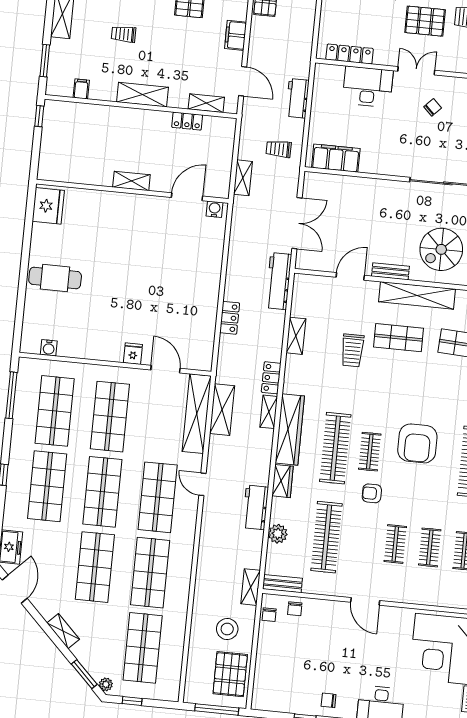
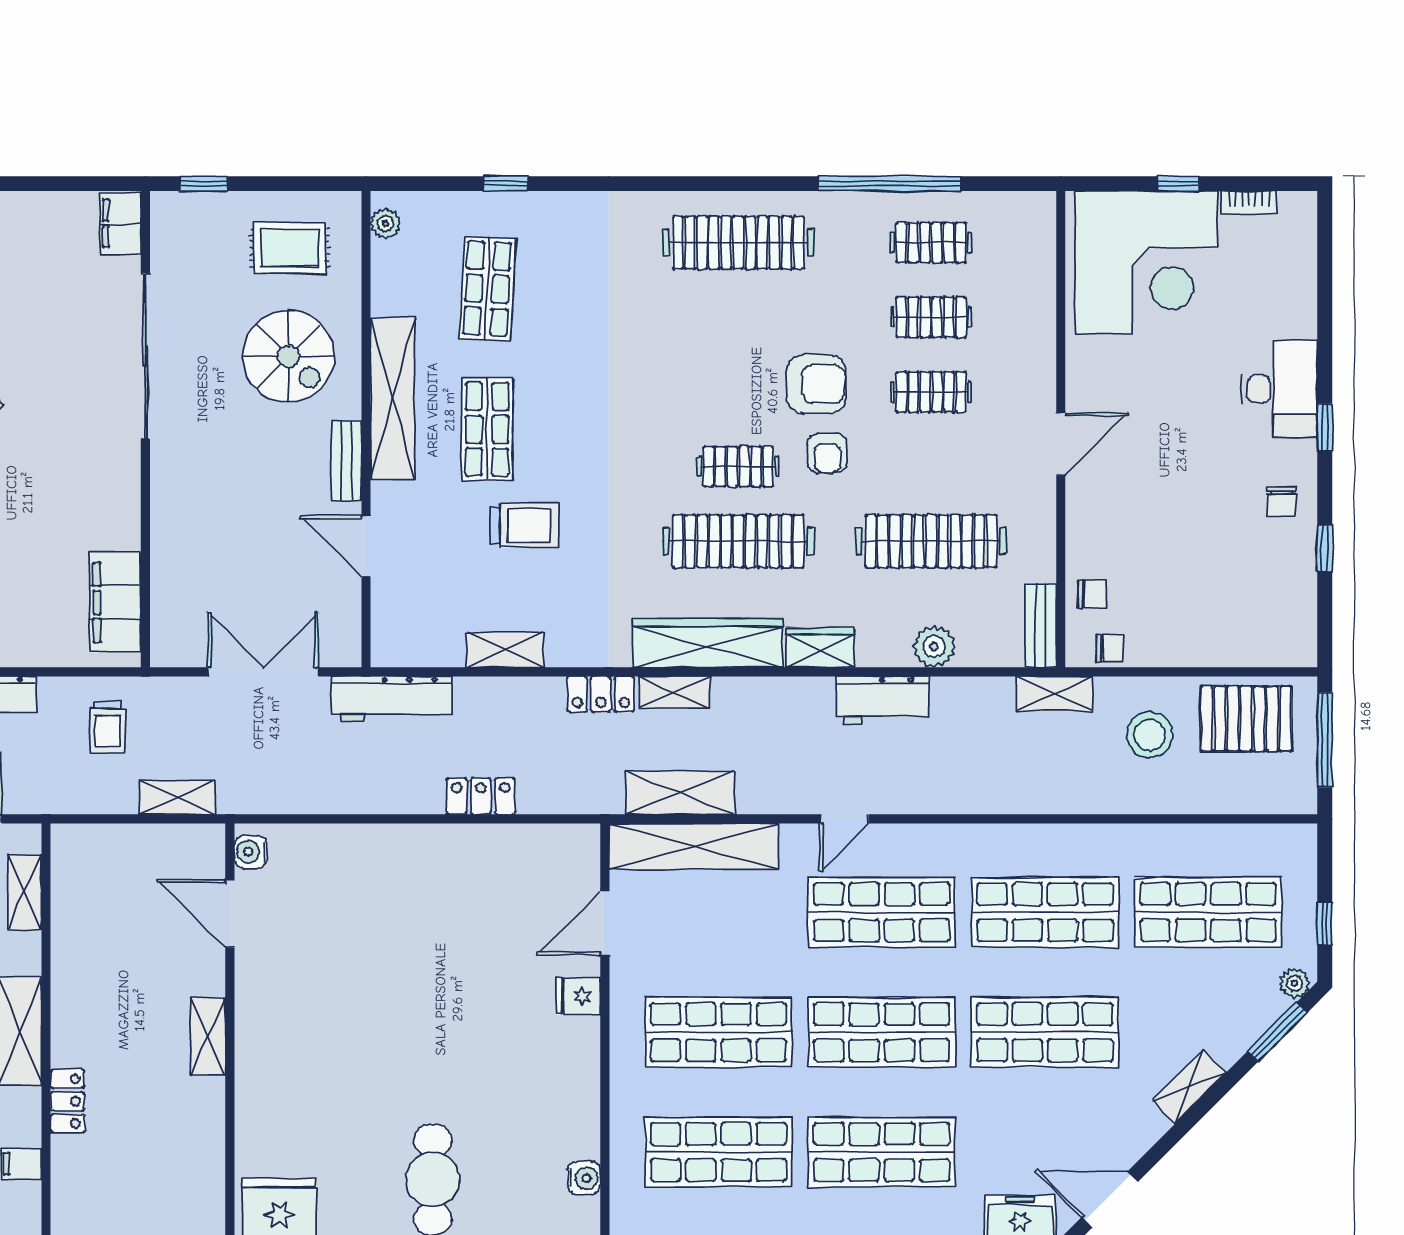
locker: (187, 121) -> (67, 1101), moved
armchair: (417, 443) -> (816, 384), moved, width x0.73, depth x0.73

